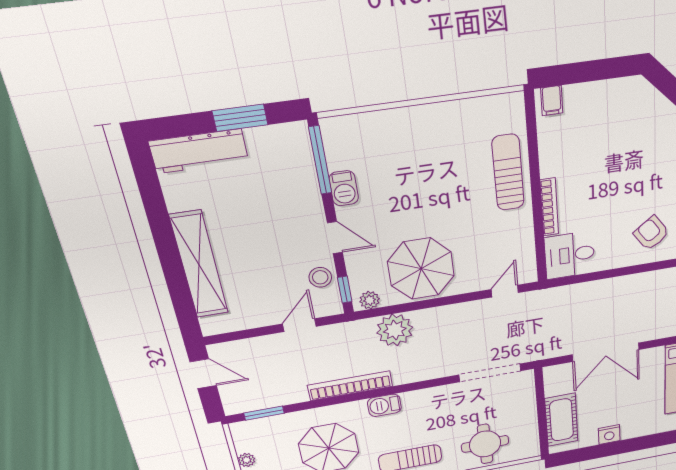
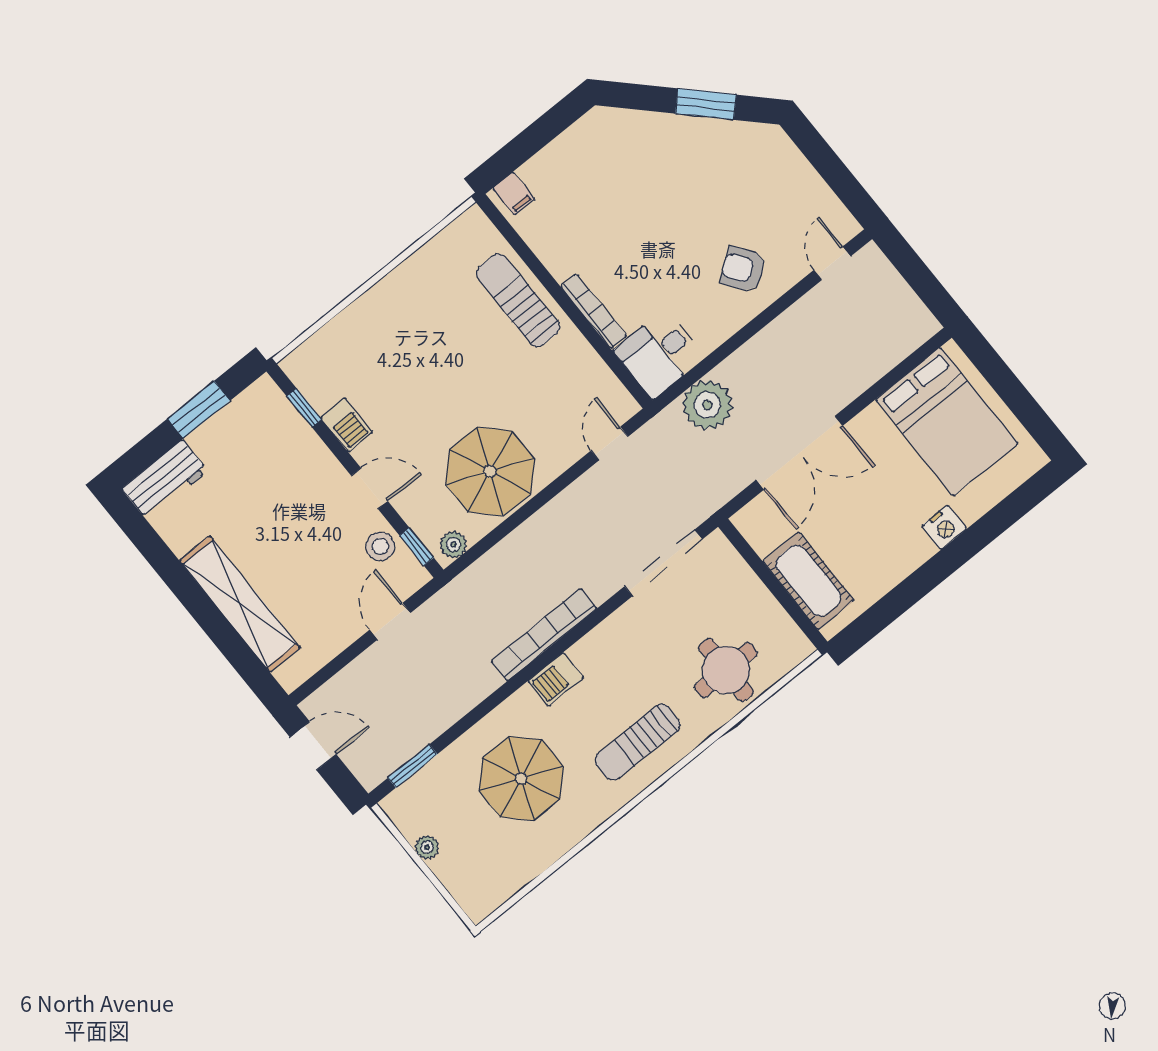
workbench: (199, 151) -> (165, 480), width x0.73
window: (320, 160) -> (304, 408), width x0.46
plant: (395, 330) -> (707, 405), moved
bookcase: (350, 386) -> (544, 635), moved
nightstand: (609, 435) -> (944, 527), moved

